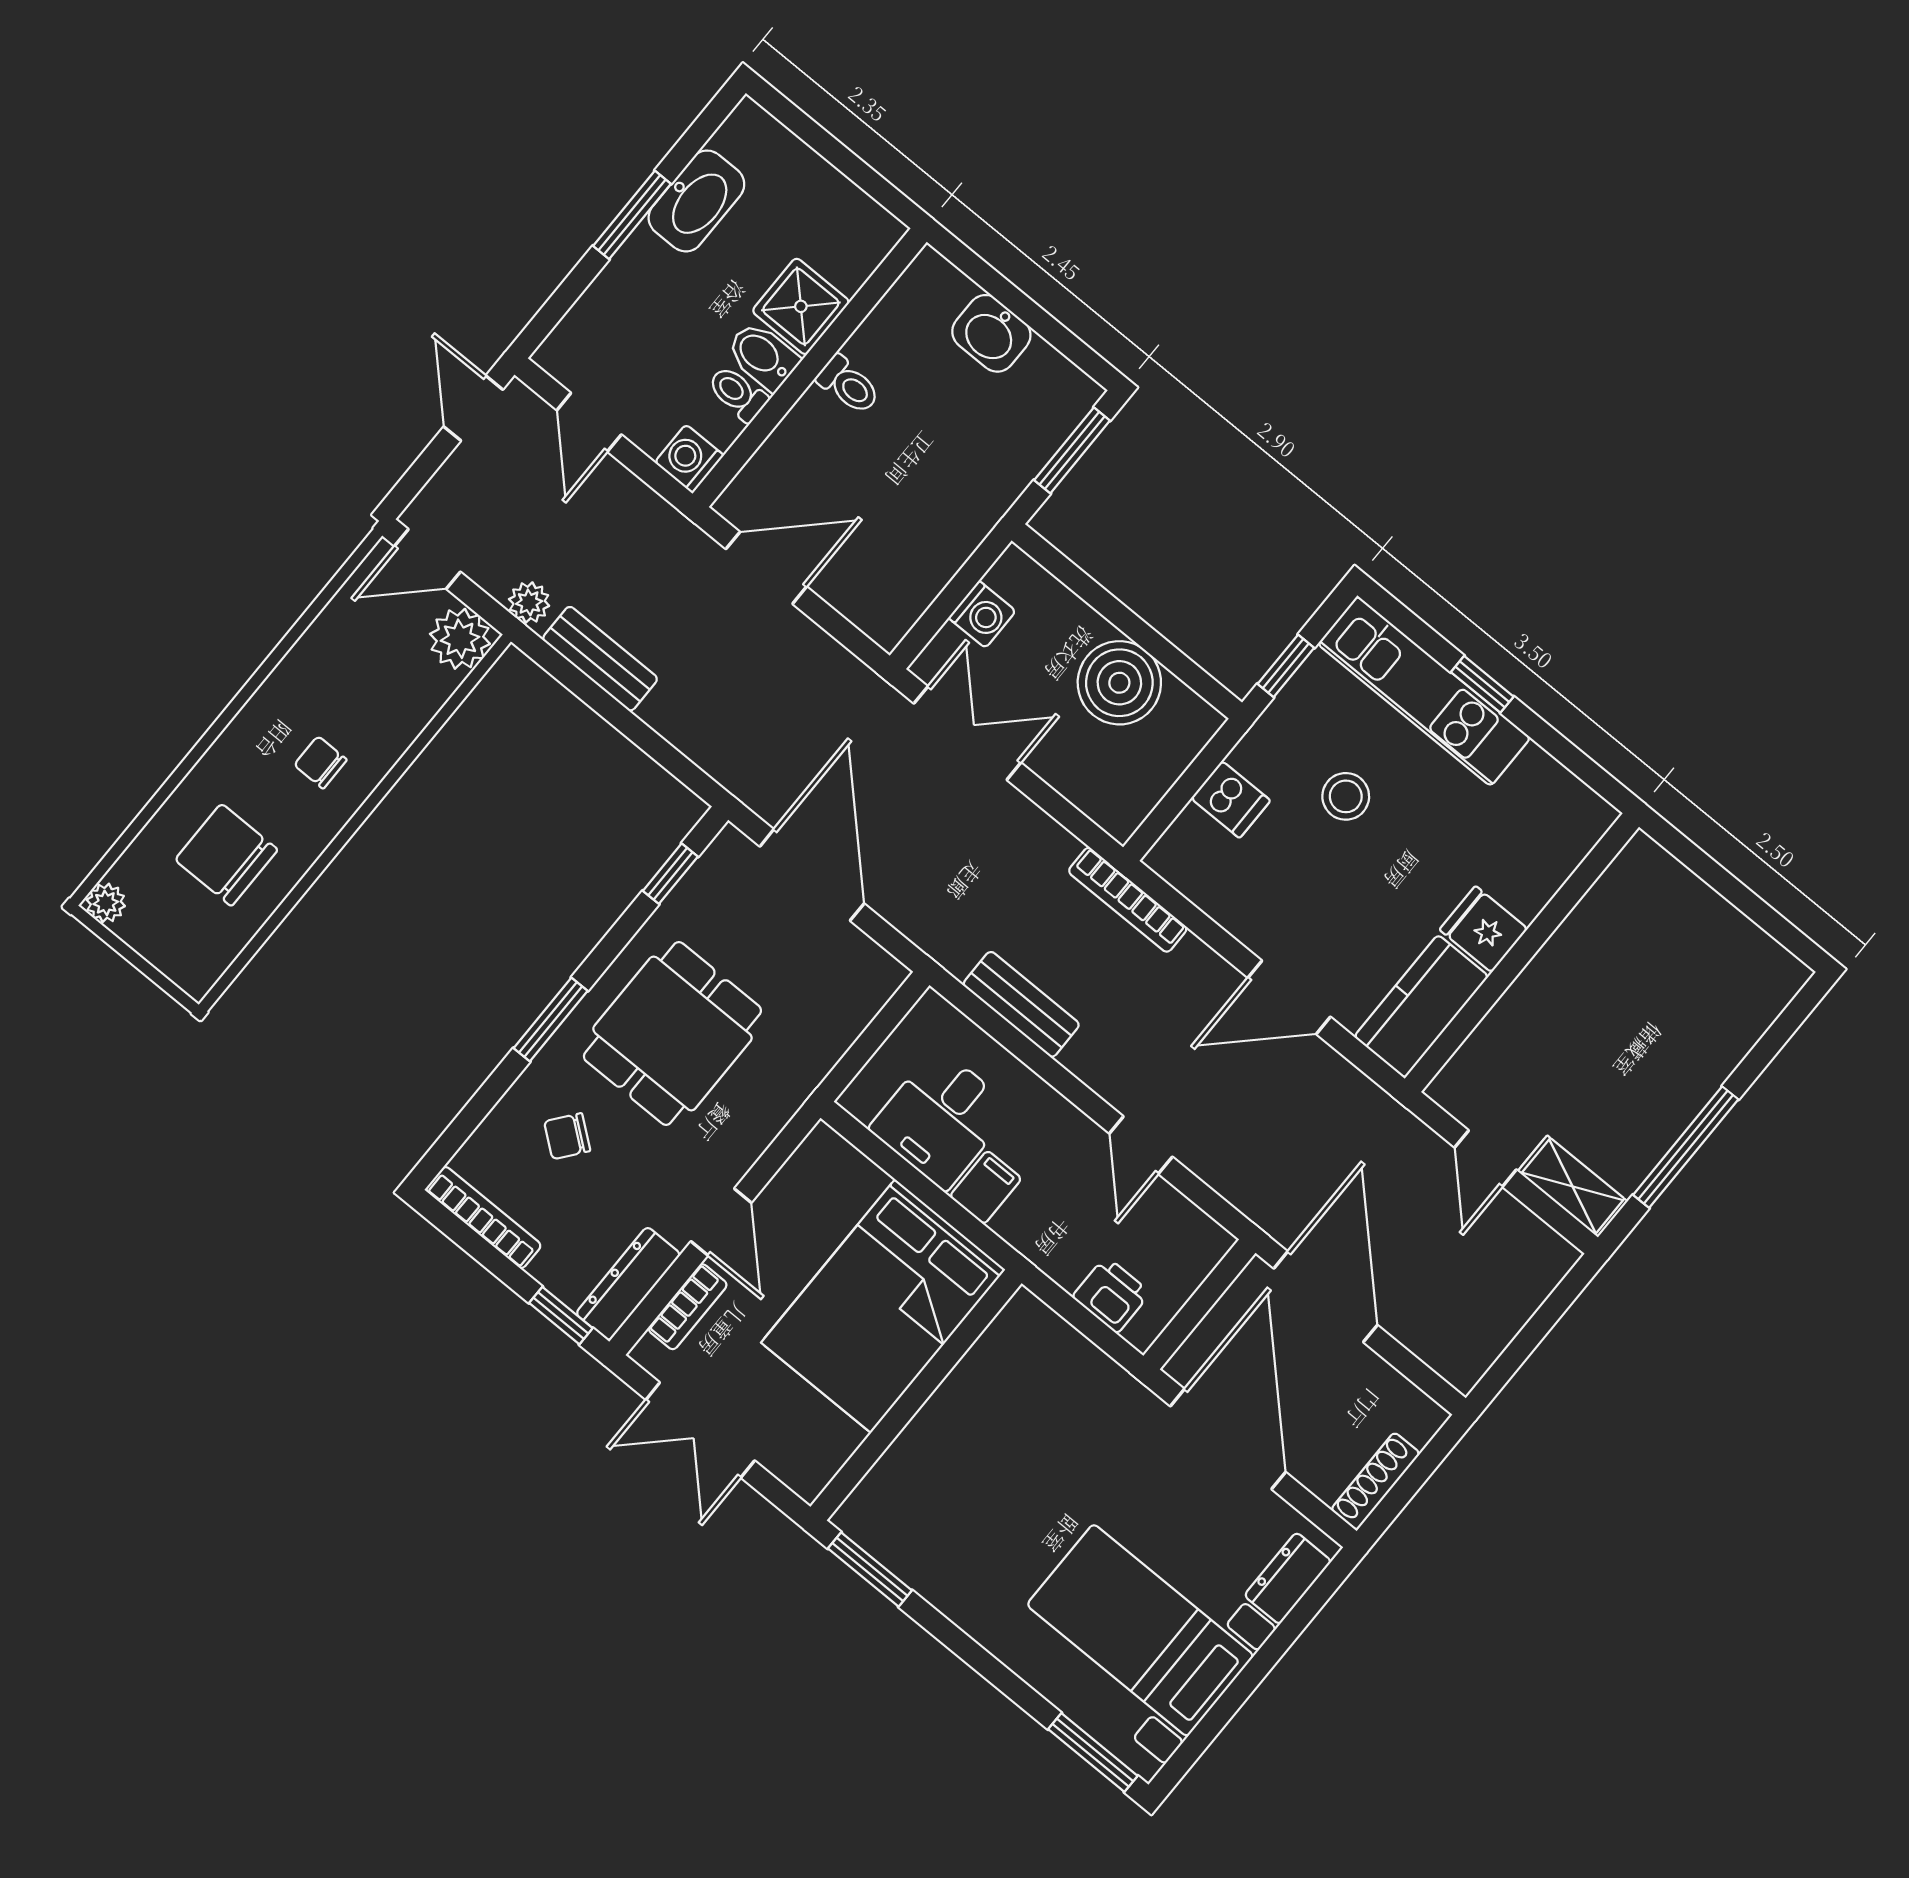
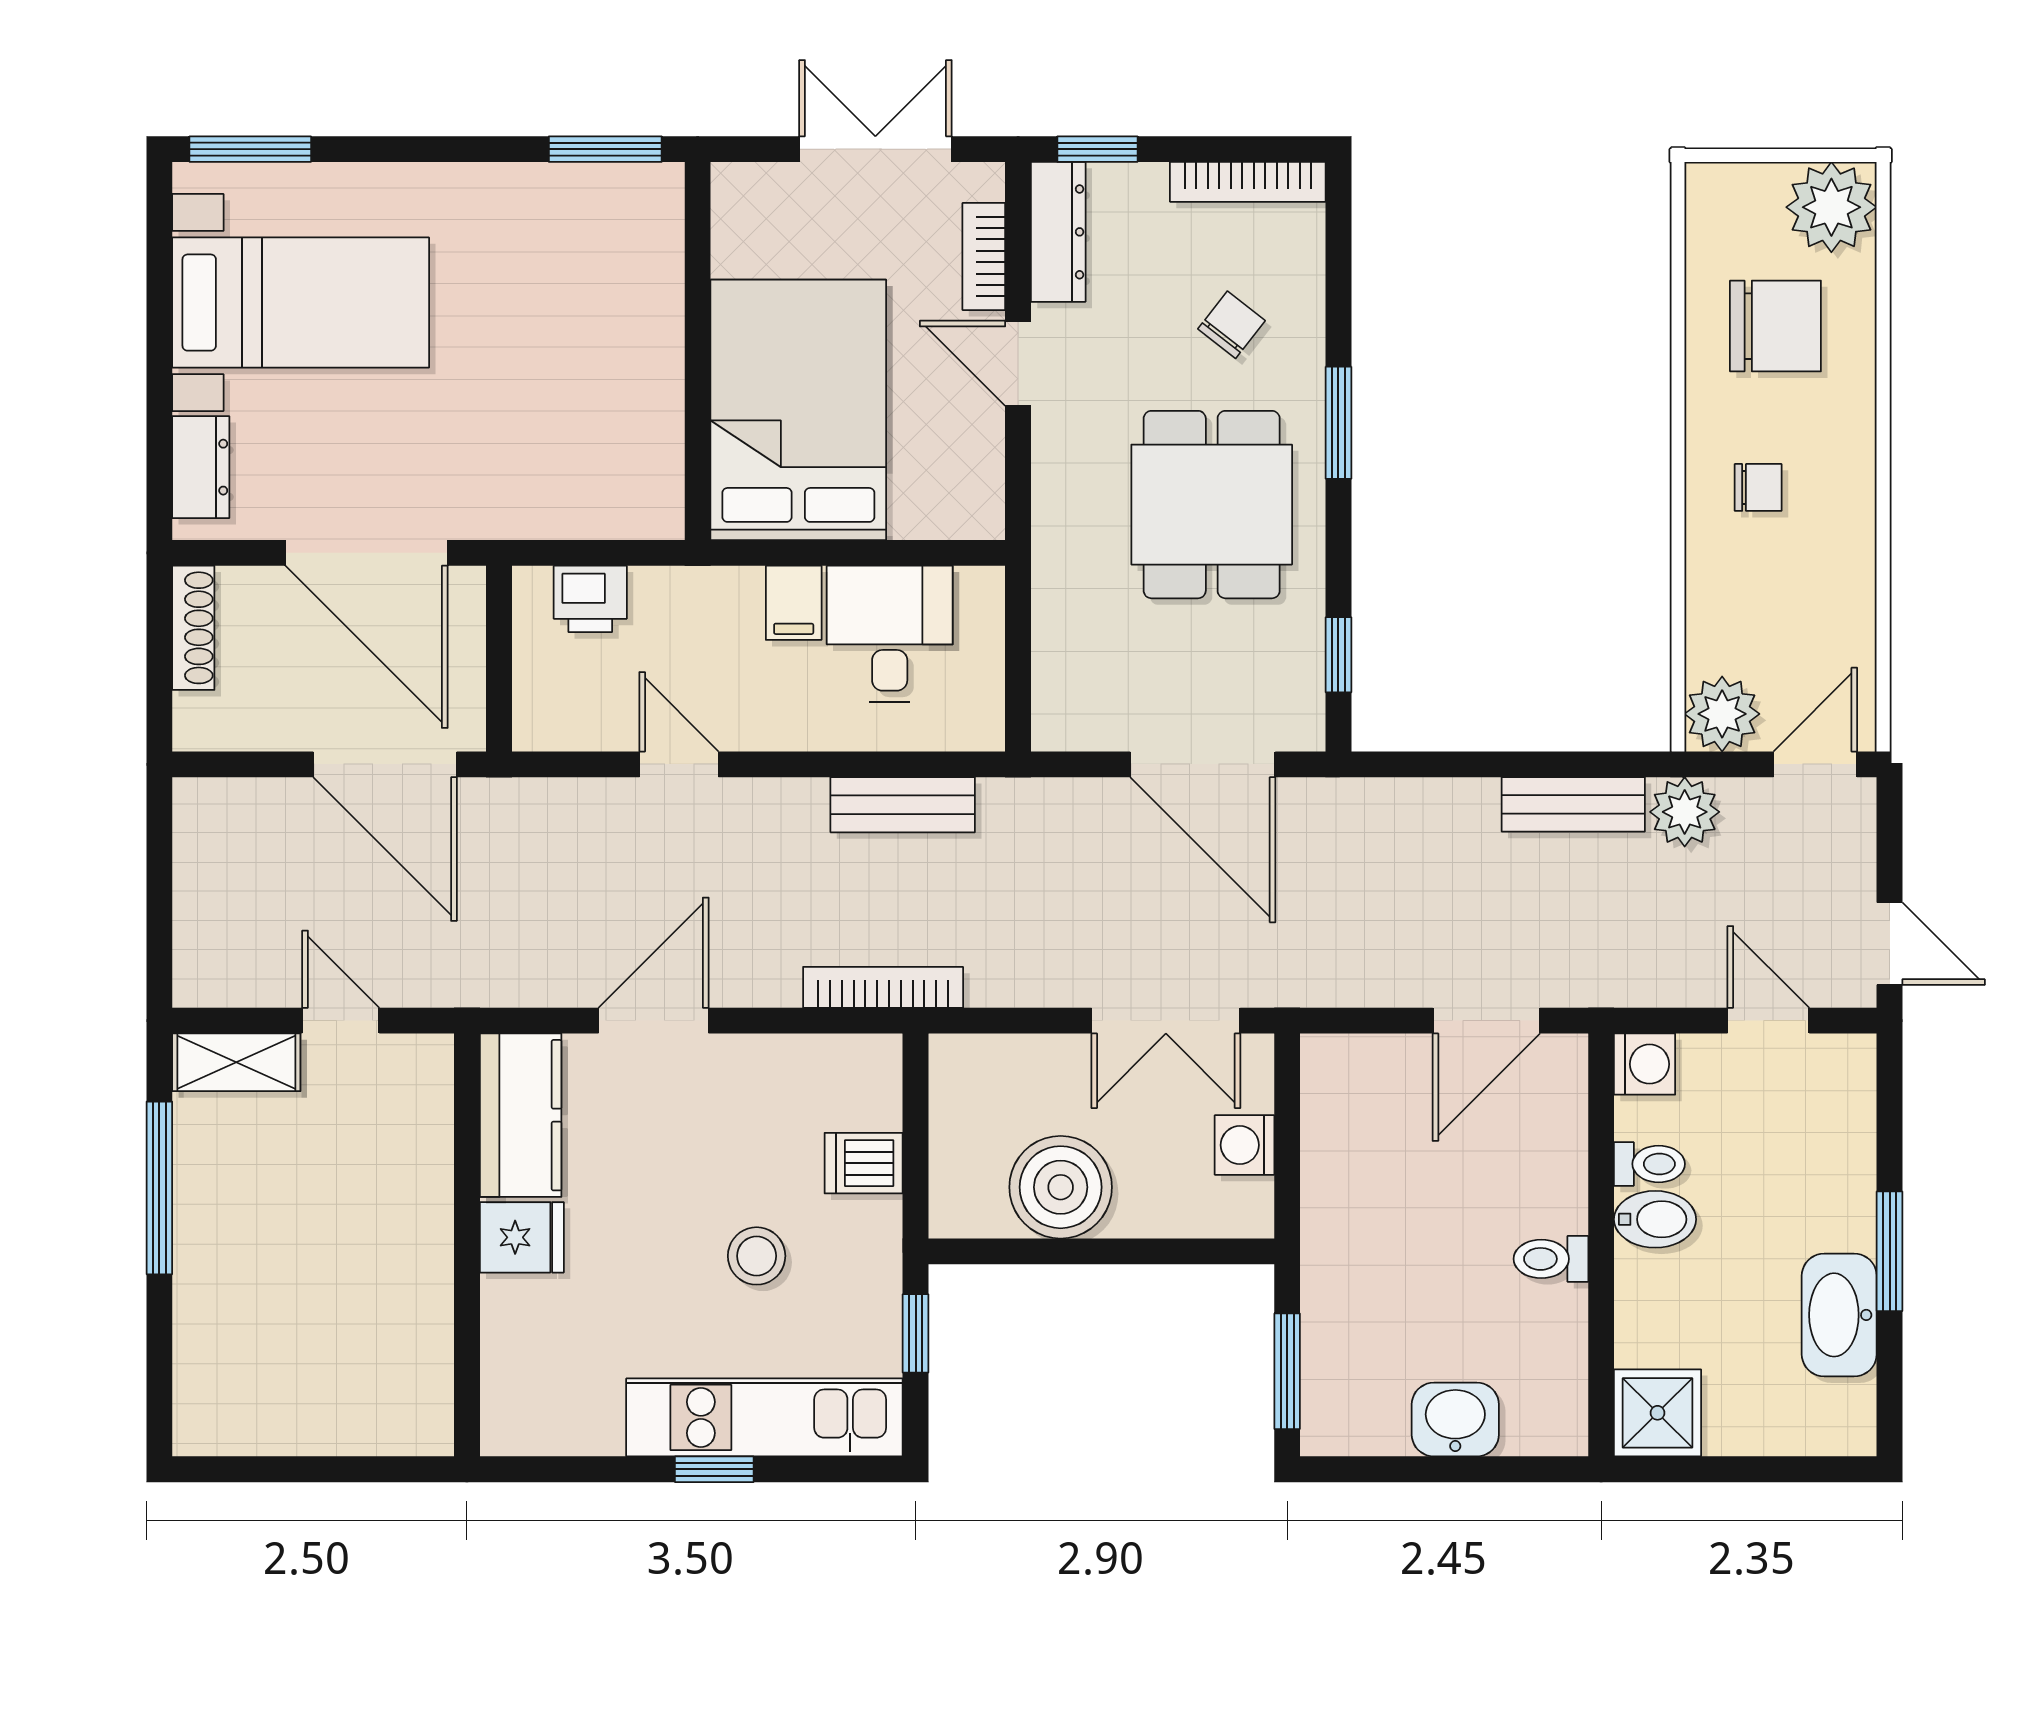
shower: (801, 306) -> (1658, 1413), moved
plant: (529, 602) -> (1685, 812), width x1.38, depth x1.38
plant: (106, 903) -> (1831, 207), width x1.88, depth x1.88

